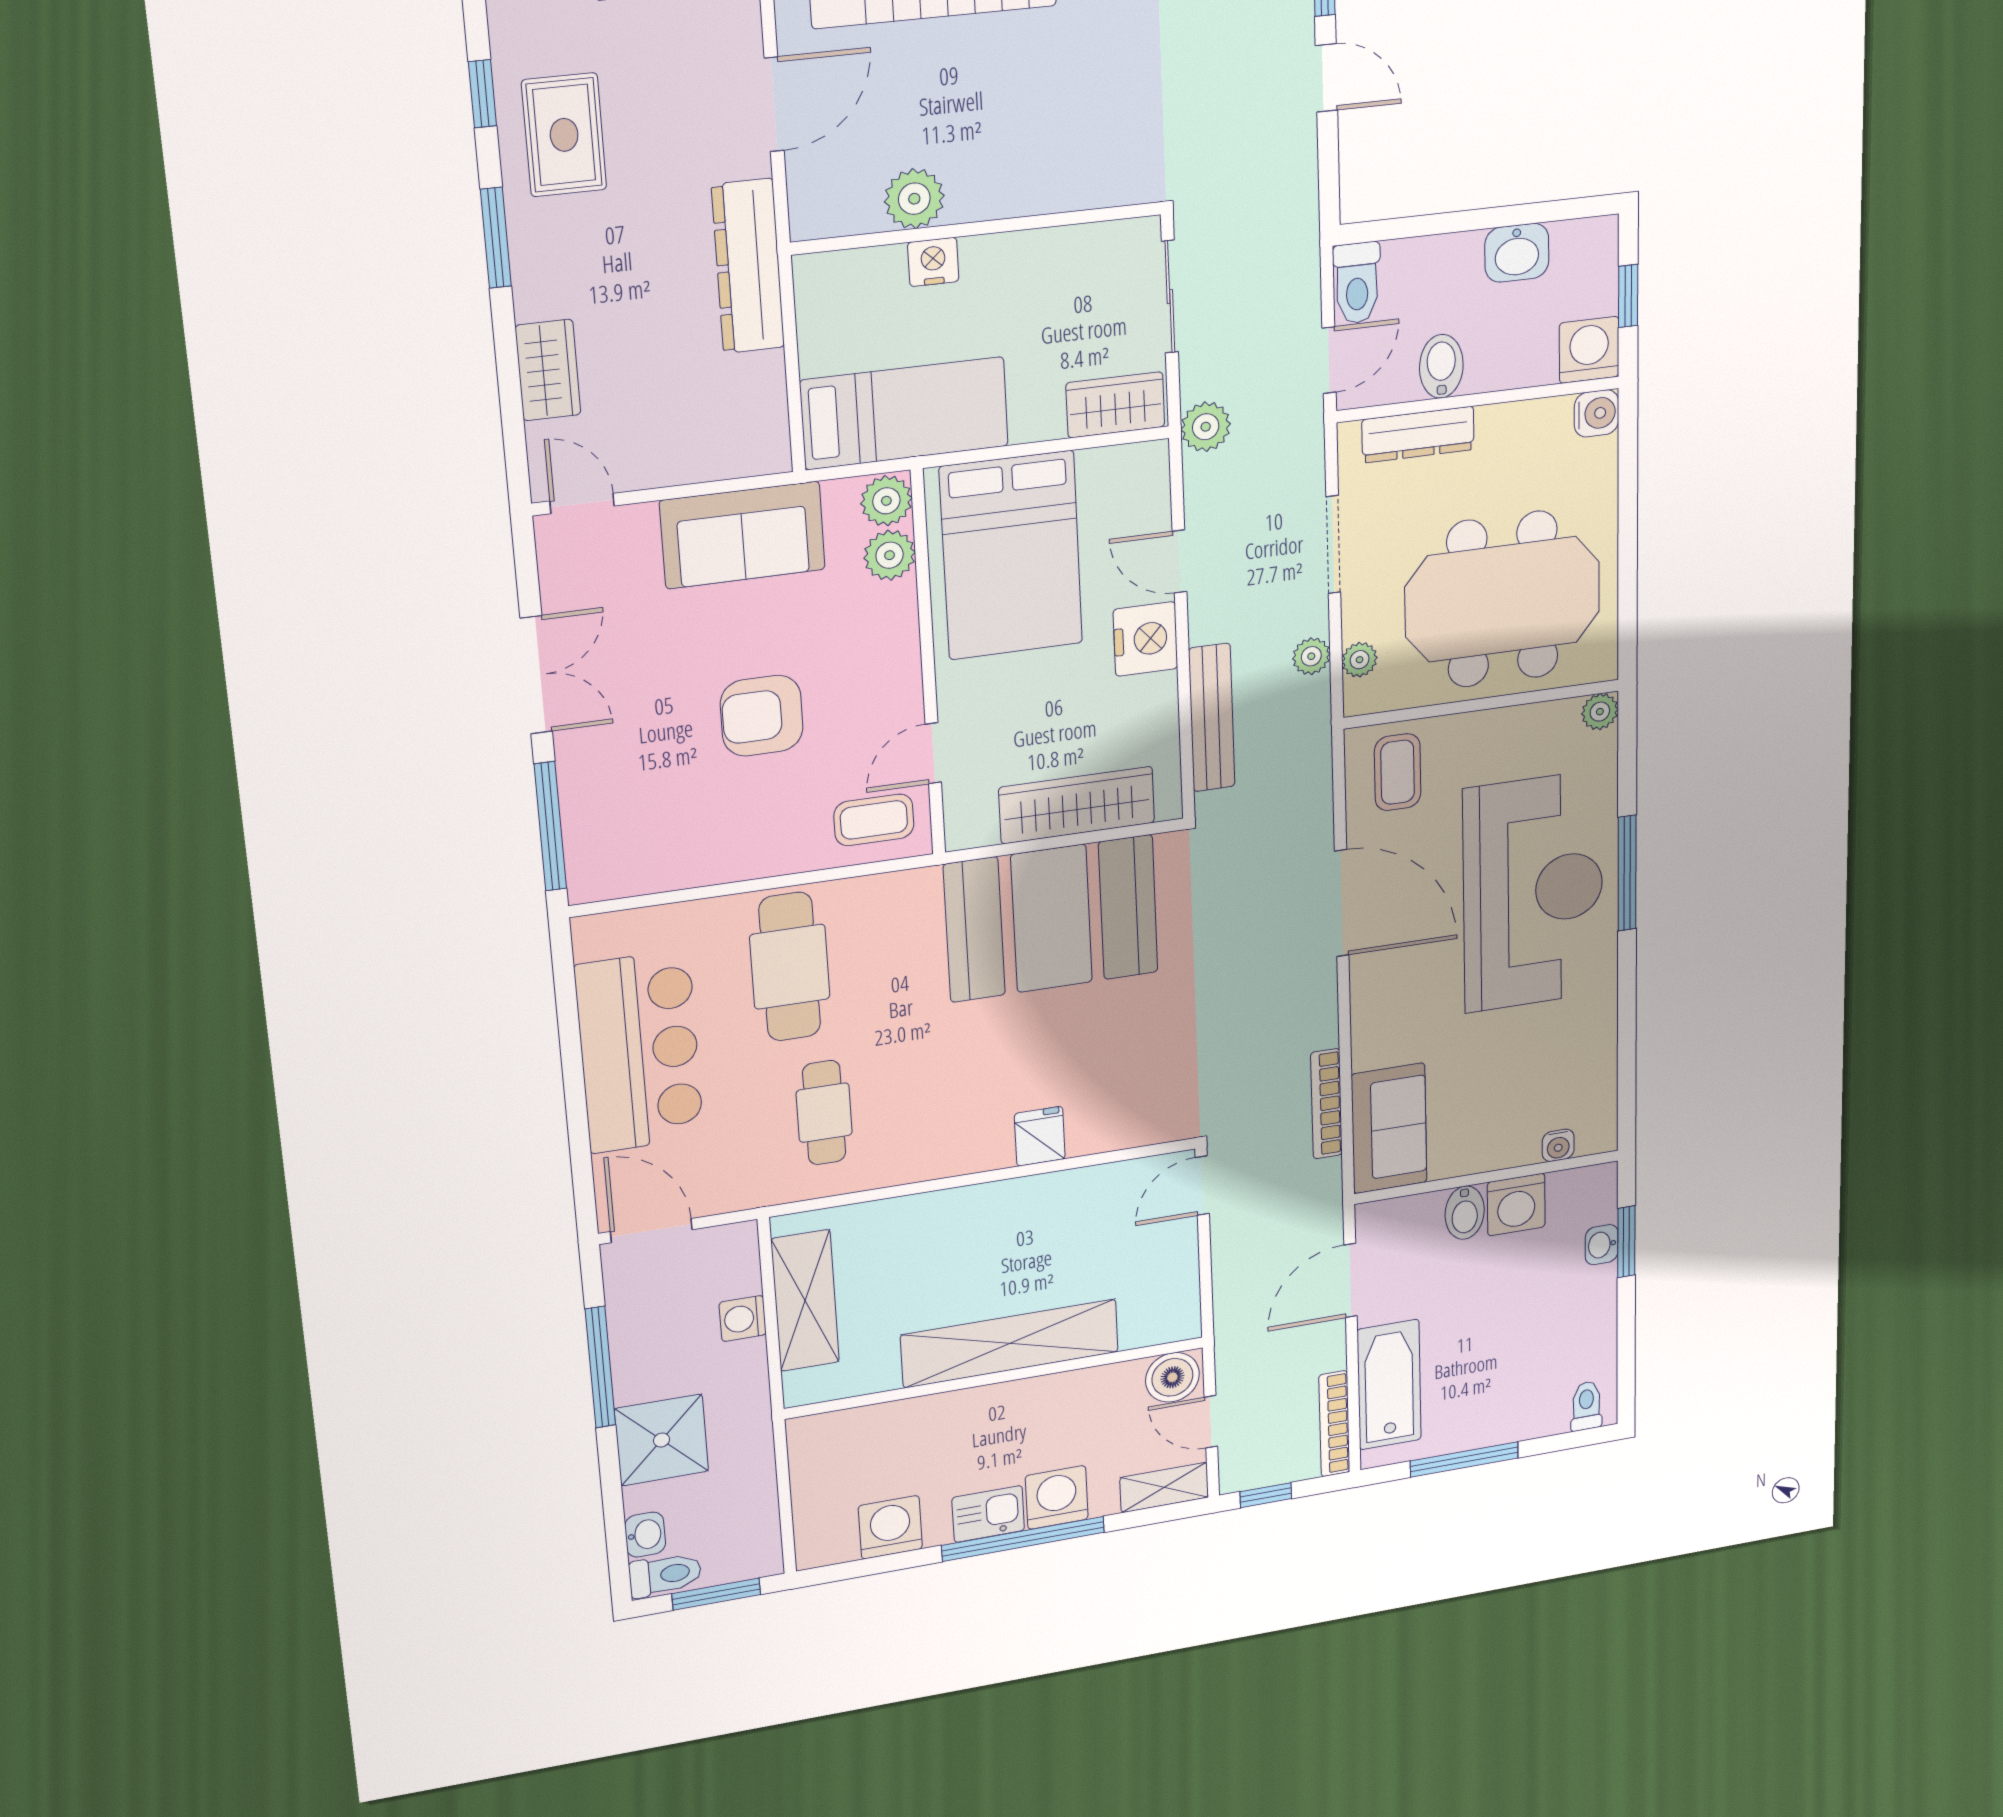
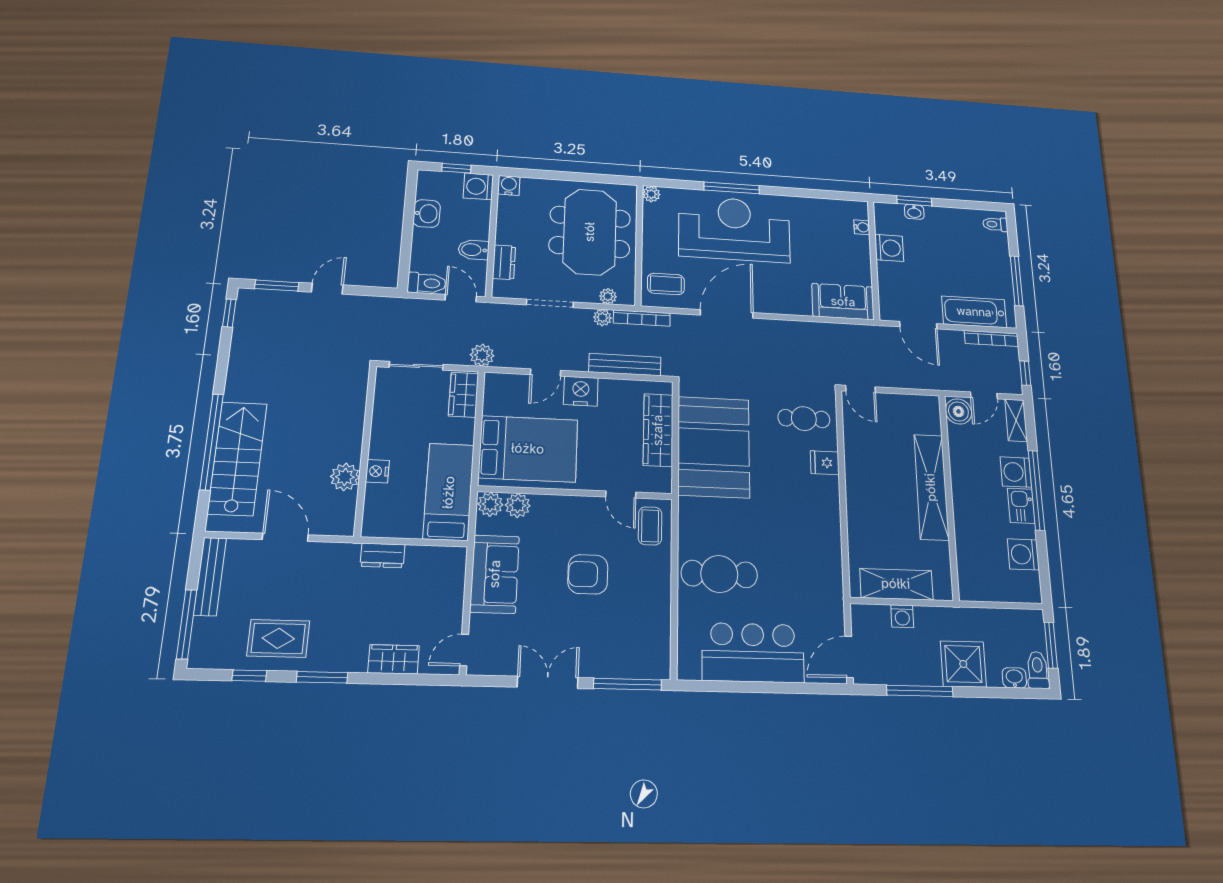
dresser: (748, 266) -> (382, 555), width x0.51, depth x0.80
dresser: (1418, 435) -> (504, 262), width x0.70
armchair: (762, 716) -> (588, 574), turned 90
bookcase: (1326, 1104) -> (642, 318), moved
cafe table: (824, 1113) -> (804, 419), moved
bidet: (1465, 1213) -> (890, 271), removed

